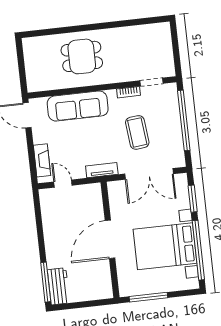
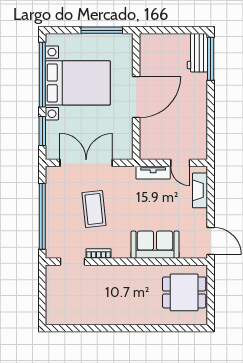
dining table: (82, 56) -> (184, 292), moved
sofa: (78, 106) -> (155, 245), width x0.73
tv unit: (102, 170) -> (153, 173), moved

